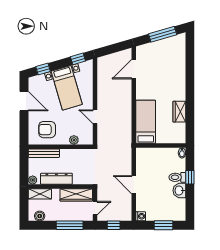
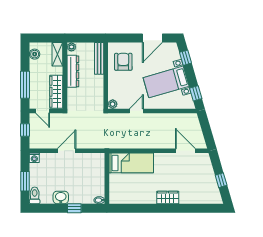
window: (163, 34) -> (221, 180), width x0.46
wardrobe: (179, 112) -> (168, 197), moved
plant: (74, 140) -> (113, 104), moved
toilet: (177, 177) -> (35, 195), moved

